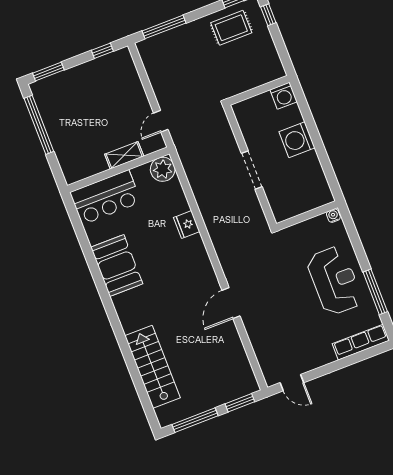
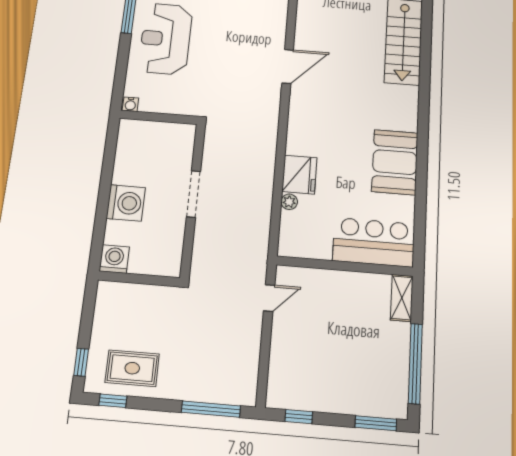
shelving: (124, 155) -> (402, 298), moved, turned 90
plant: (163, 169) -> (289, 202), moved, width x0.53, depth x0.53
fridge: (187, 225) -> (299, 175), width x1.36, depth x1.34

